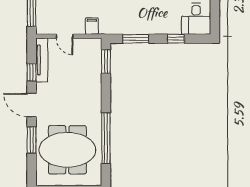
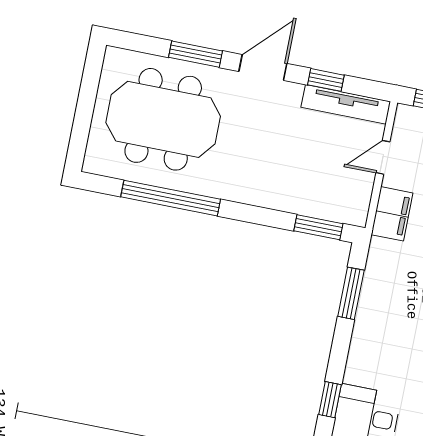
filing cabinet: (92, 26) -> (392, 214), width x2.00
window: (176, 39) -> (330, 400), moved
meeting table: (67, 150) -> (163, 119), turned 90

